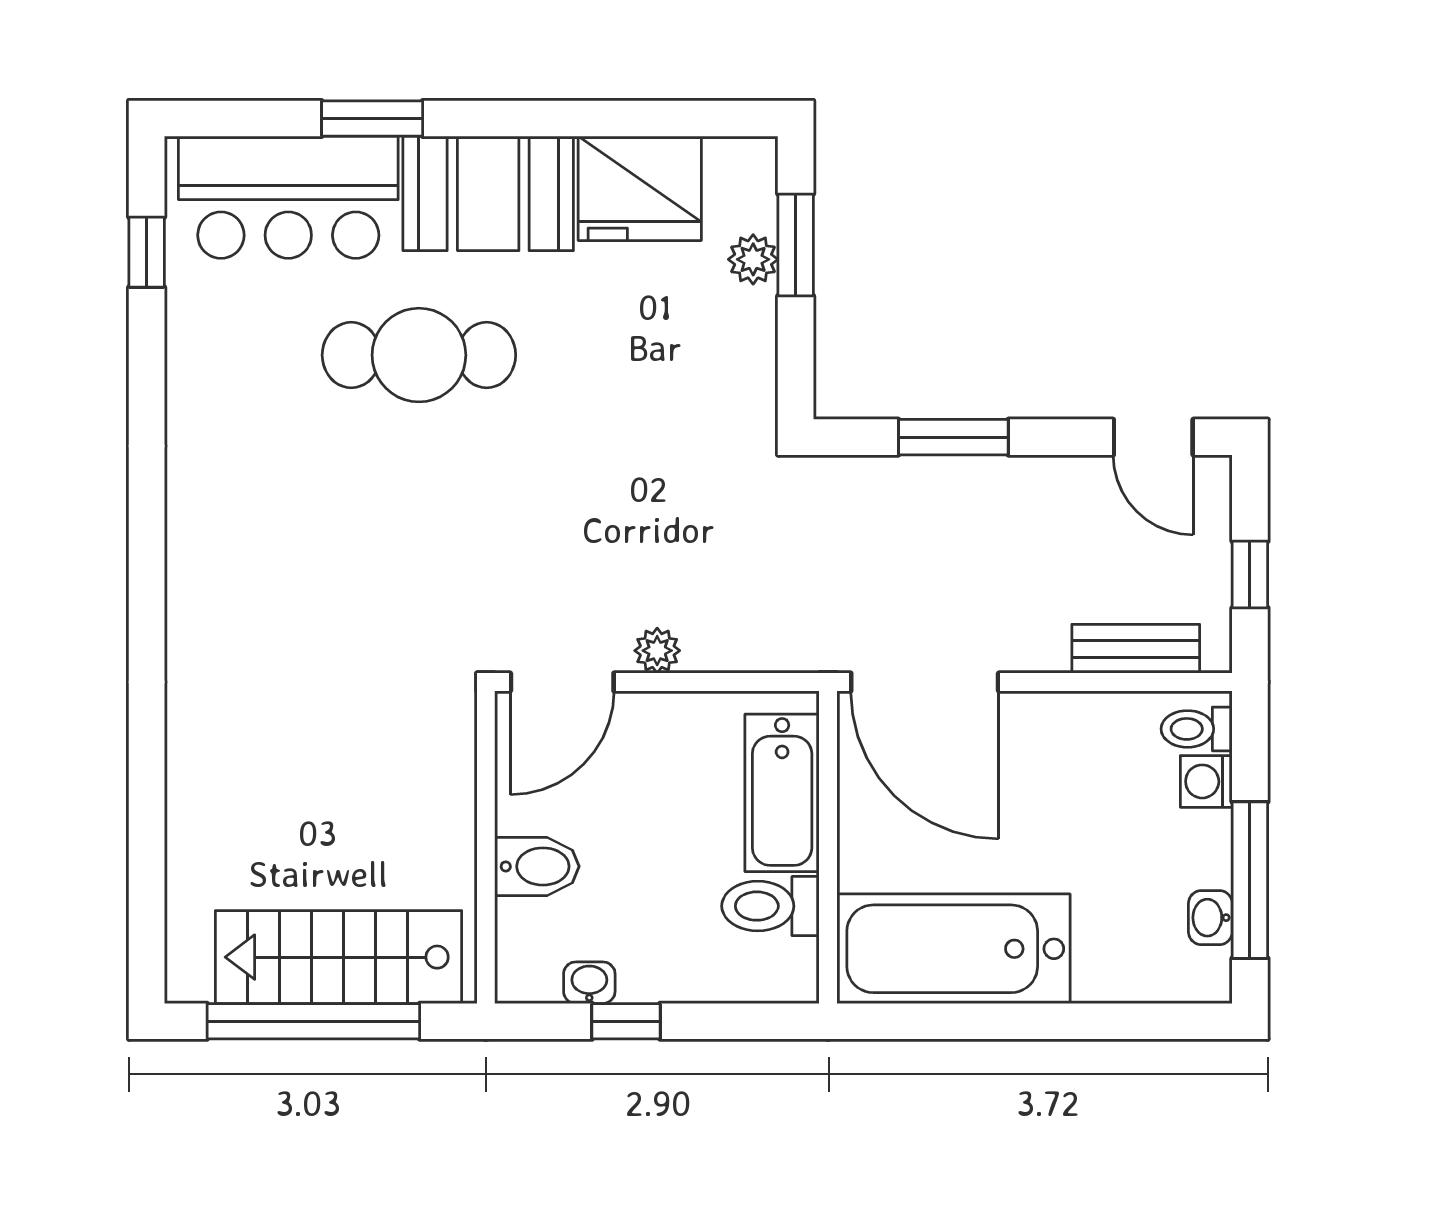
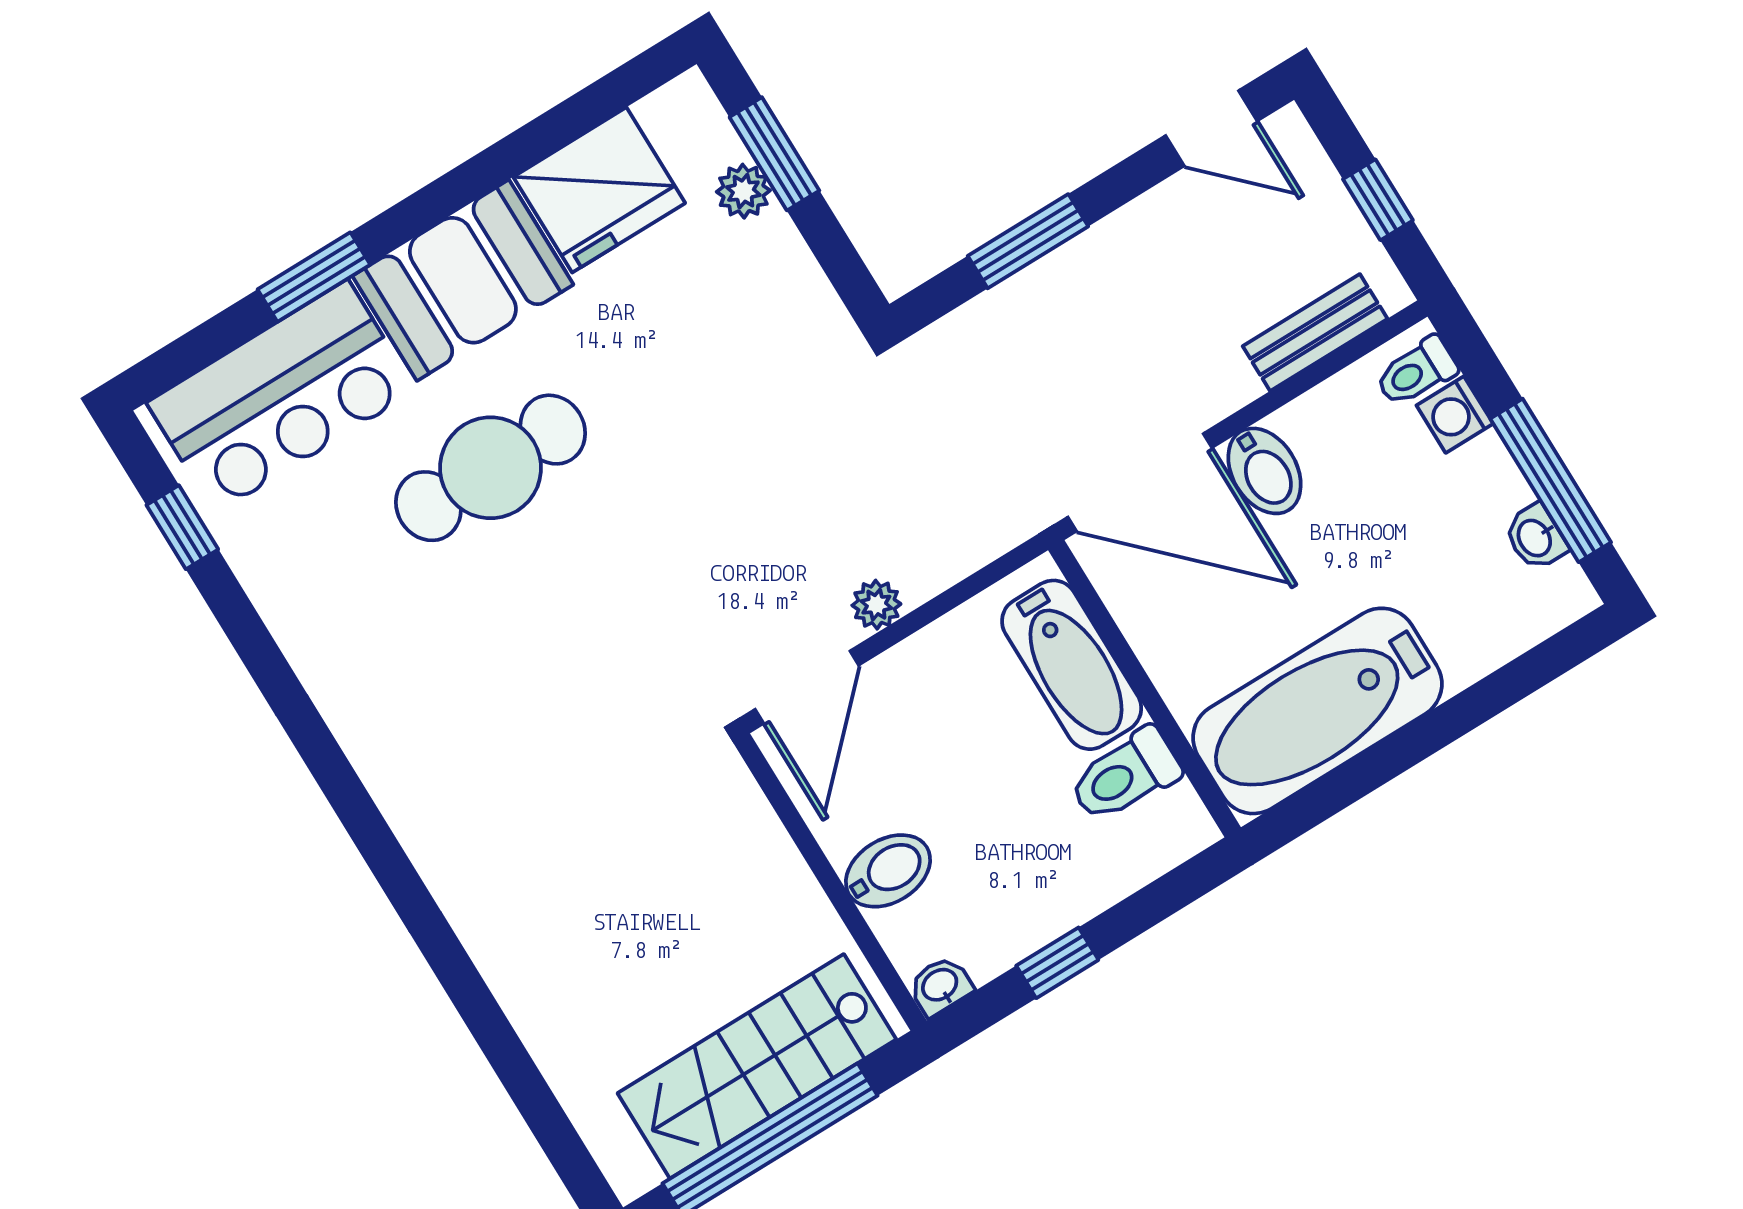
bidet: (1029, 734) -> (1265, 471), added
washbasin: (589, 983) -> (940, 986), moved

